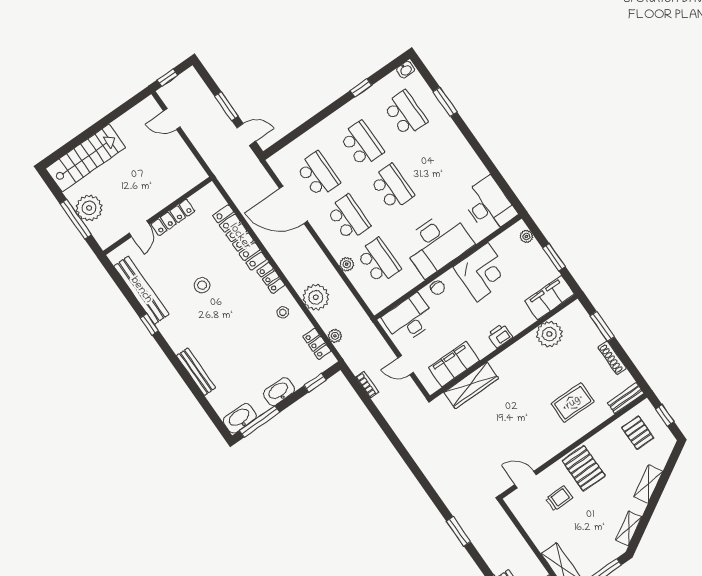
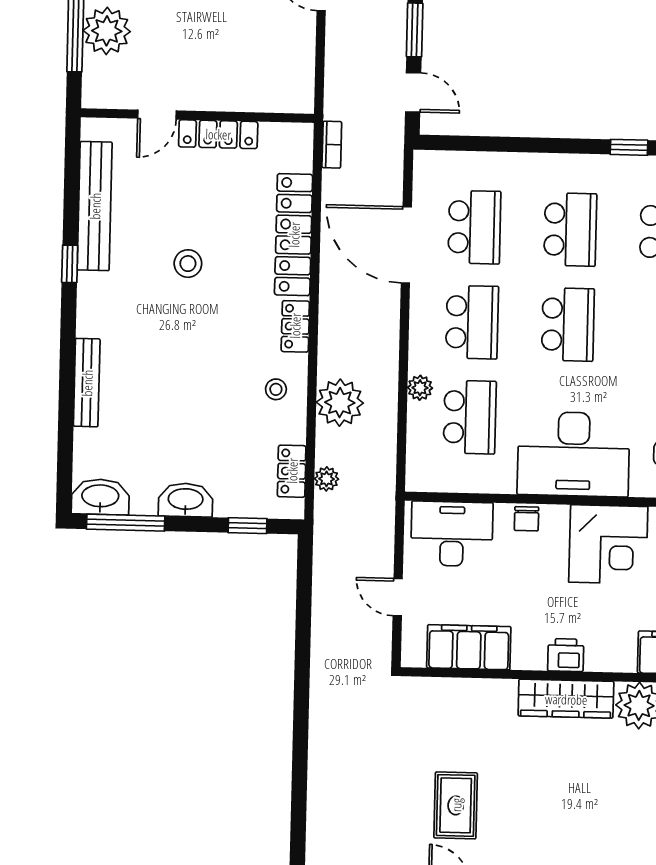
bookcase: (367, 385) -> (332, 145), moved
wardrobe: (471, 385) -> (566, 699), moved
rug: (573, 403) -> (456, 805), moved, turned 90

